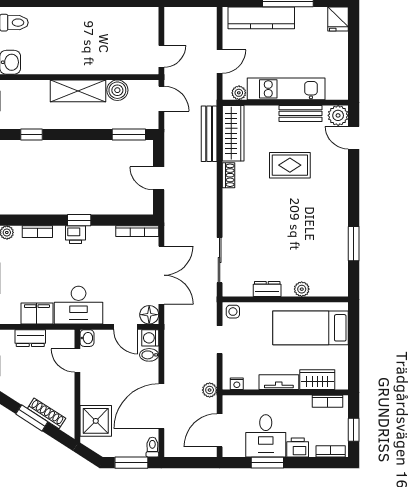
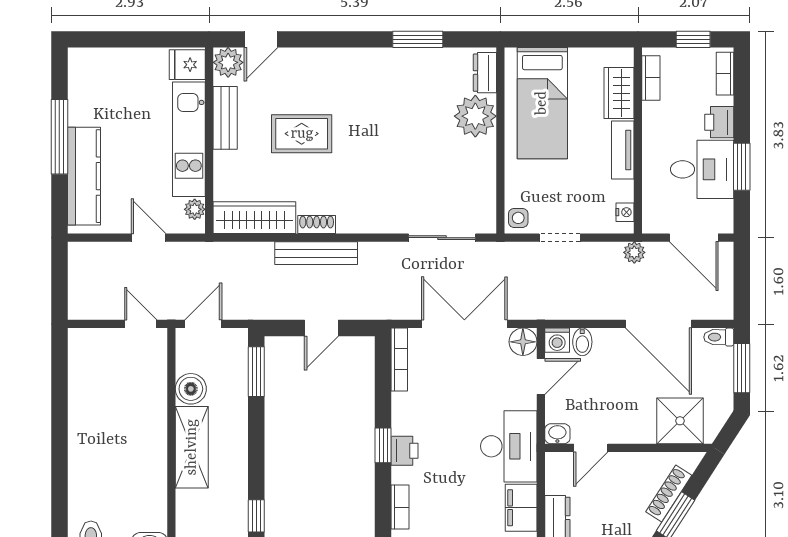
fridge: (338, 19) -> (187, 65), moved, turned 180
bench: (209, 134) -> (316, 253), moved
rug: (290, 165) -> (302, 134), turned 90
dresser: (267, 289) -> (485, 73), moved
plant: (302, 289) -> (475, 116), width x1.87, depth x1.87

